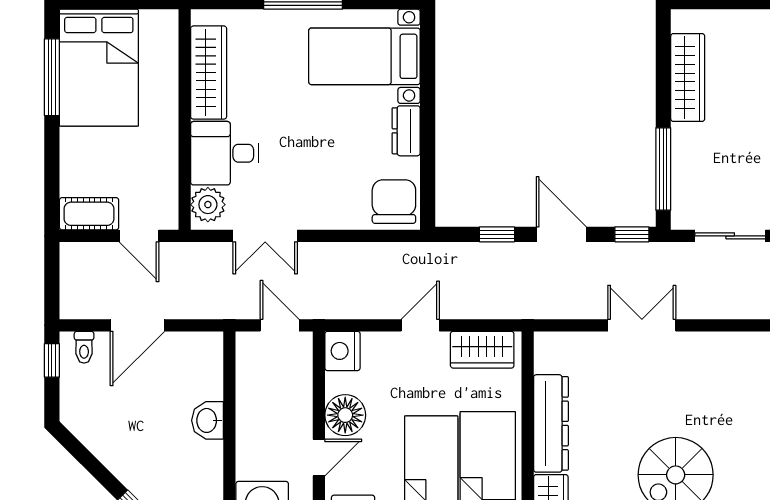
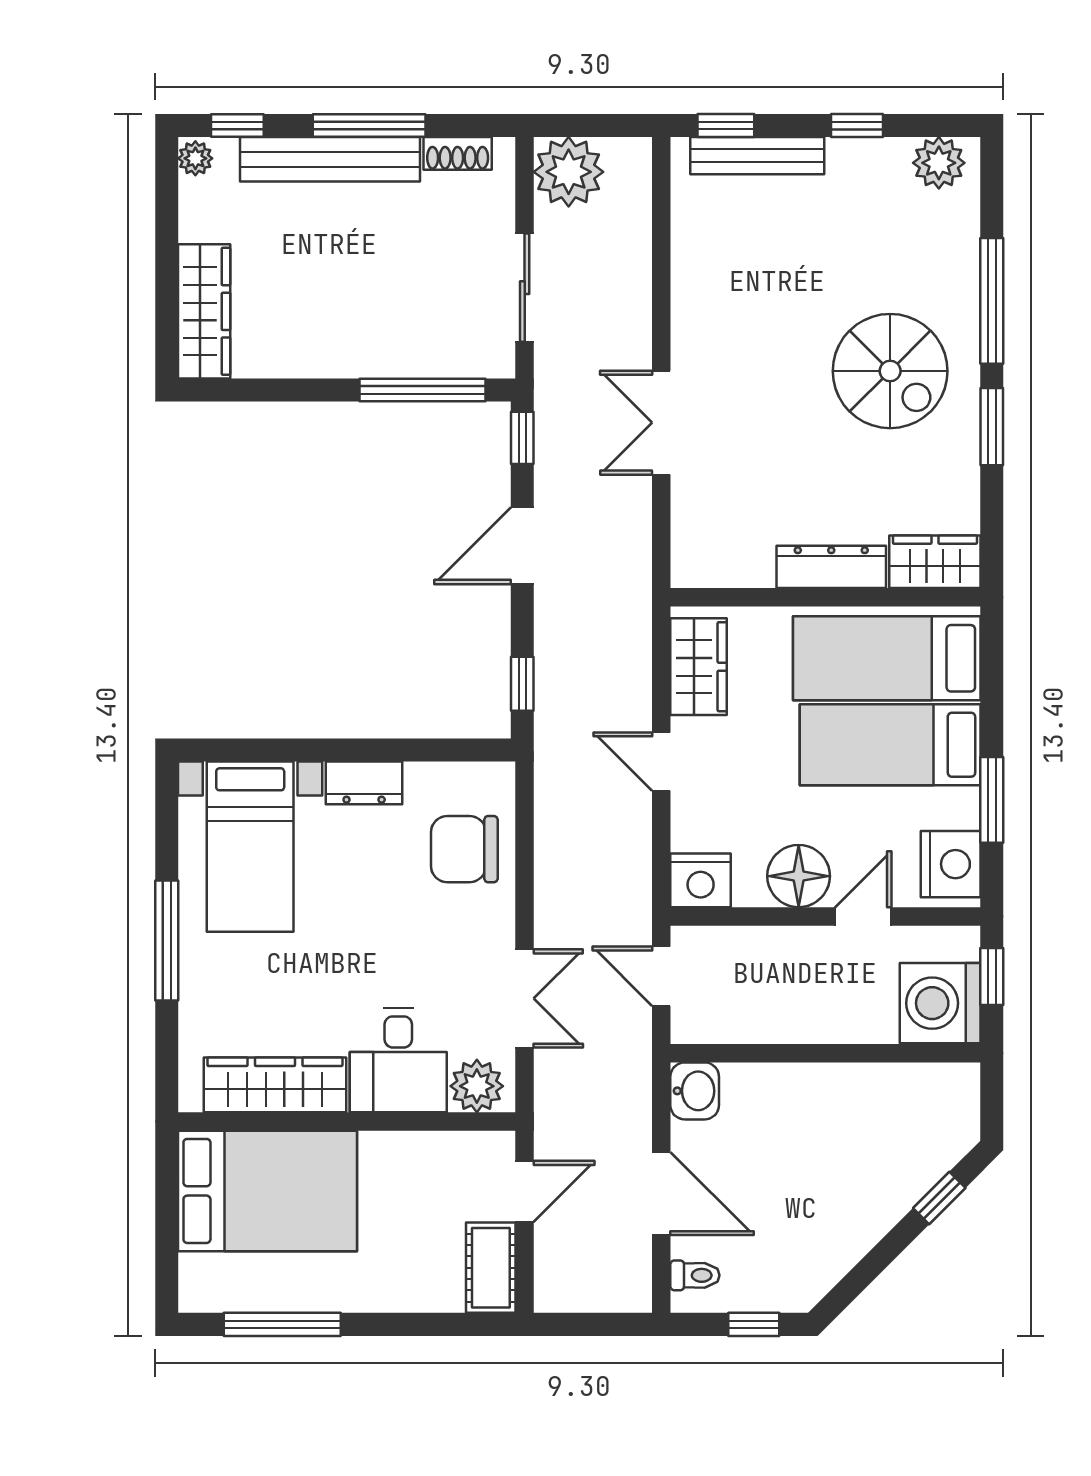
bed: (99, 68) -> (268, 1191), moved
wardrobe: (688, 77) -> (204, 311), moved, turned 90
chair: (394, 202) -> (464, 849), moved
window: (497, 234) -> (522, 684), moved
door: (280, 325) -> (661, 976), hinge flipped
window: (52, 360) -> (754, 1324), moved
washbasin: (208, 420) -> (695, 1091), moved, turned -90
dresser: (551, 423) -> (831, 567), width x0.73, depth x0.80
door: (319, 457) -> (863, 916), hinge flipped

